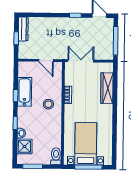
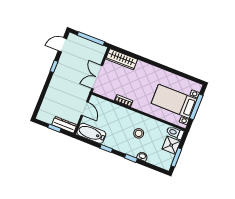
dresser: (23, 29) -> (64, 125), moved
door: (46, 60) -> (85, 109), hinge flipped
wardrobe: (107, 88) -> (122, 59), moved
bathtub: (25, 92) -> (91, 133), moved
stool: (48, 104) -> (139, 133), moved
shower: (24, 146) -> (171, 145), moved

